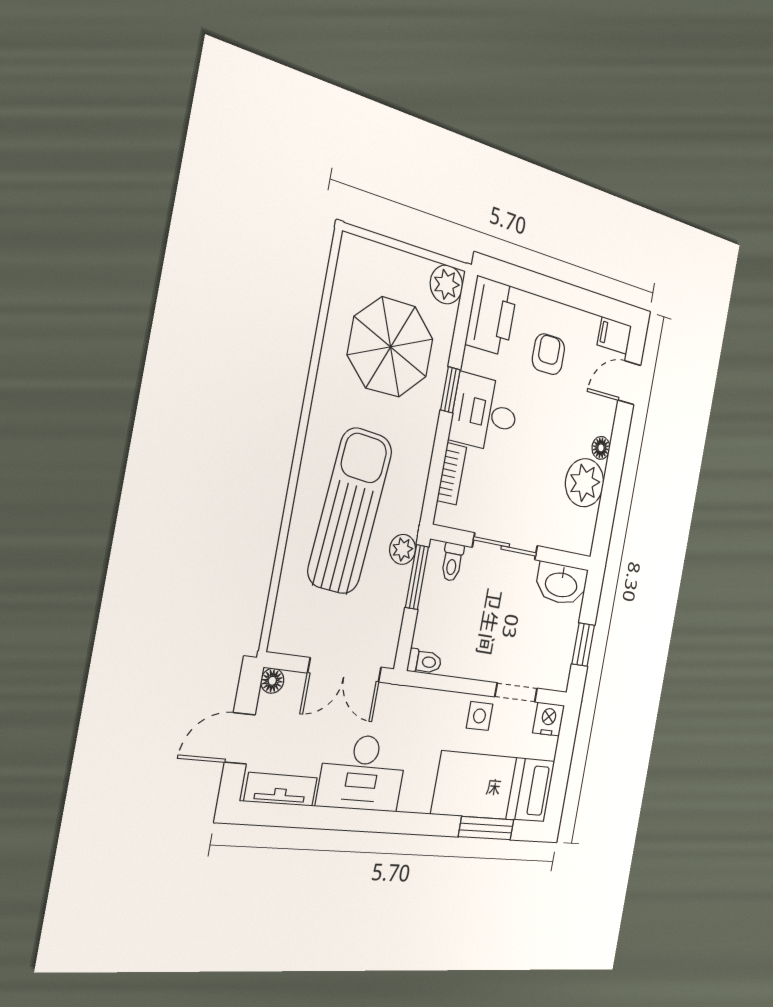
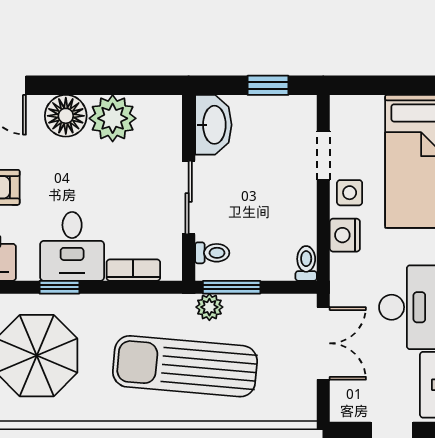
floor lamp: (601, 448) -> (66, 116), width x1.89, depth x1.89
floor lamp: (272, 681) -> (340, 411), removed
nightstand: (549, 719) -> (345, 235), moved

